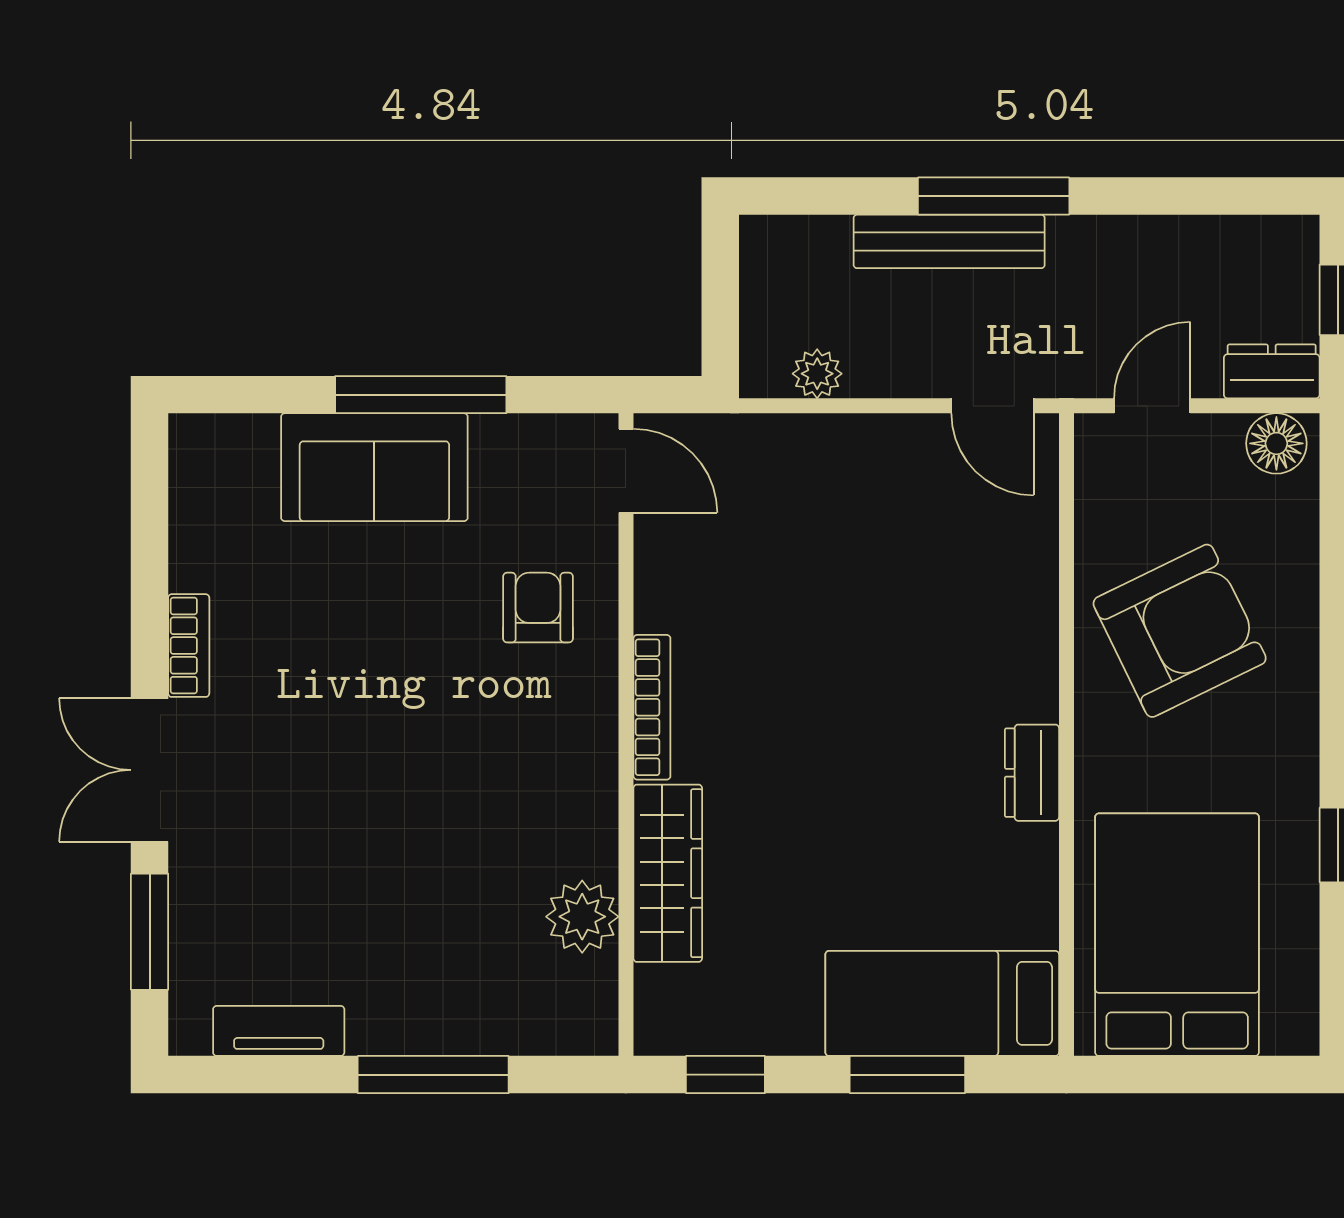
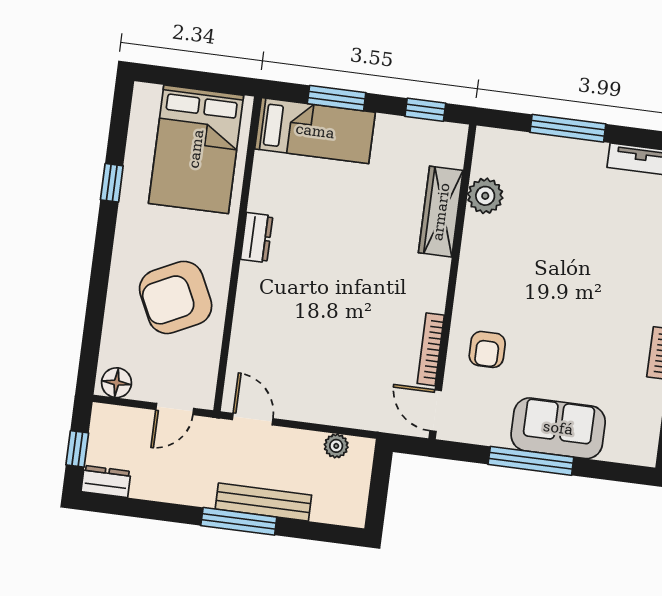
dresser: (1272, 371) -> (106, 482), moved, turned 180
bookcase: (652, 707) -> (431, 349), moved

